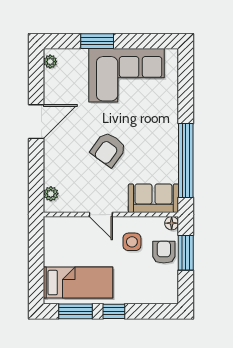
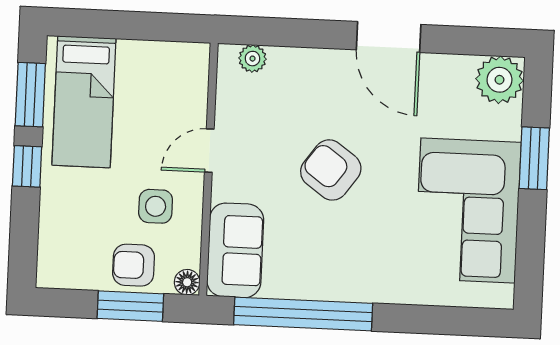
plant: (50, 62) -> (499, 80), width x1.87, depth x1.87
armchair: (164, 252) -> (134, 265), turned 180

